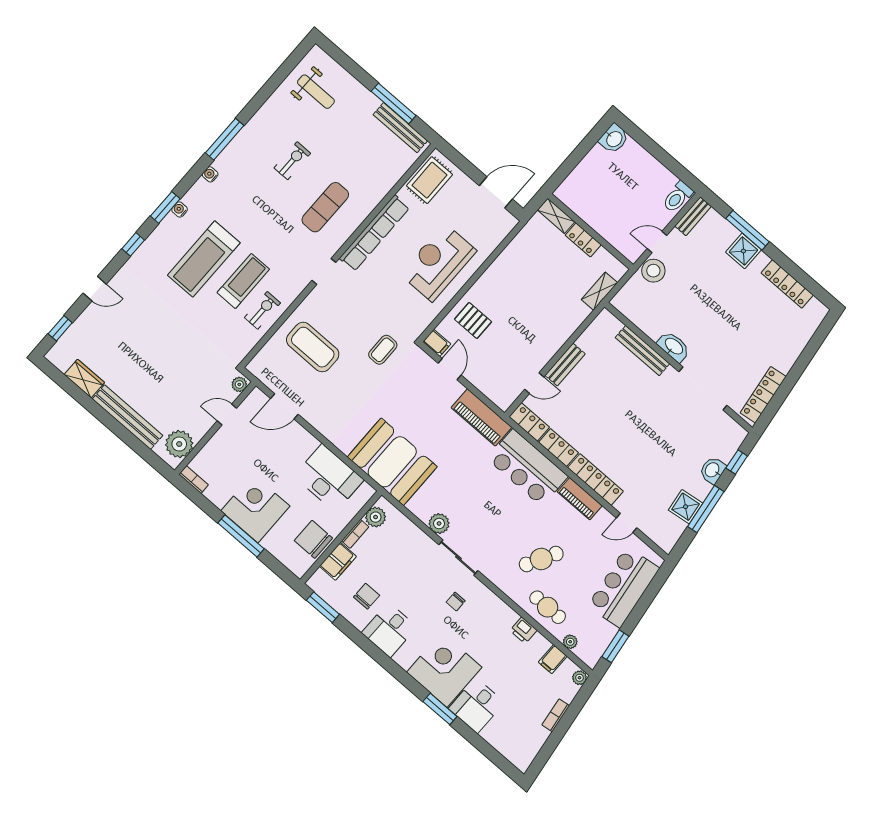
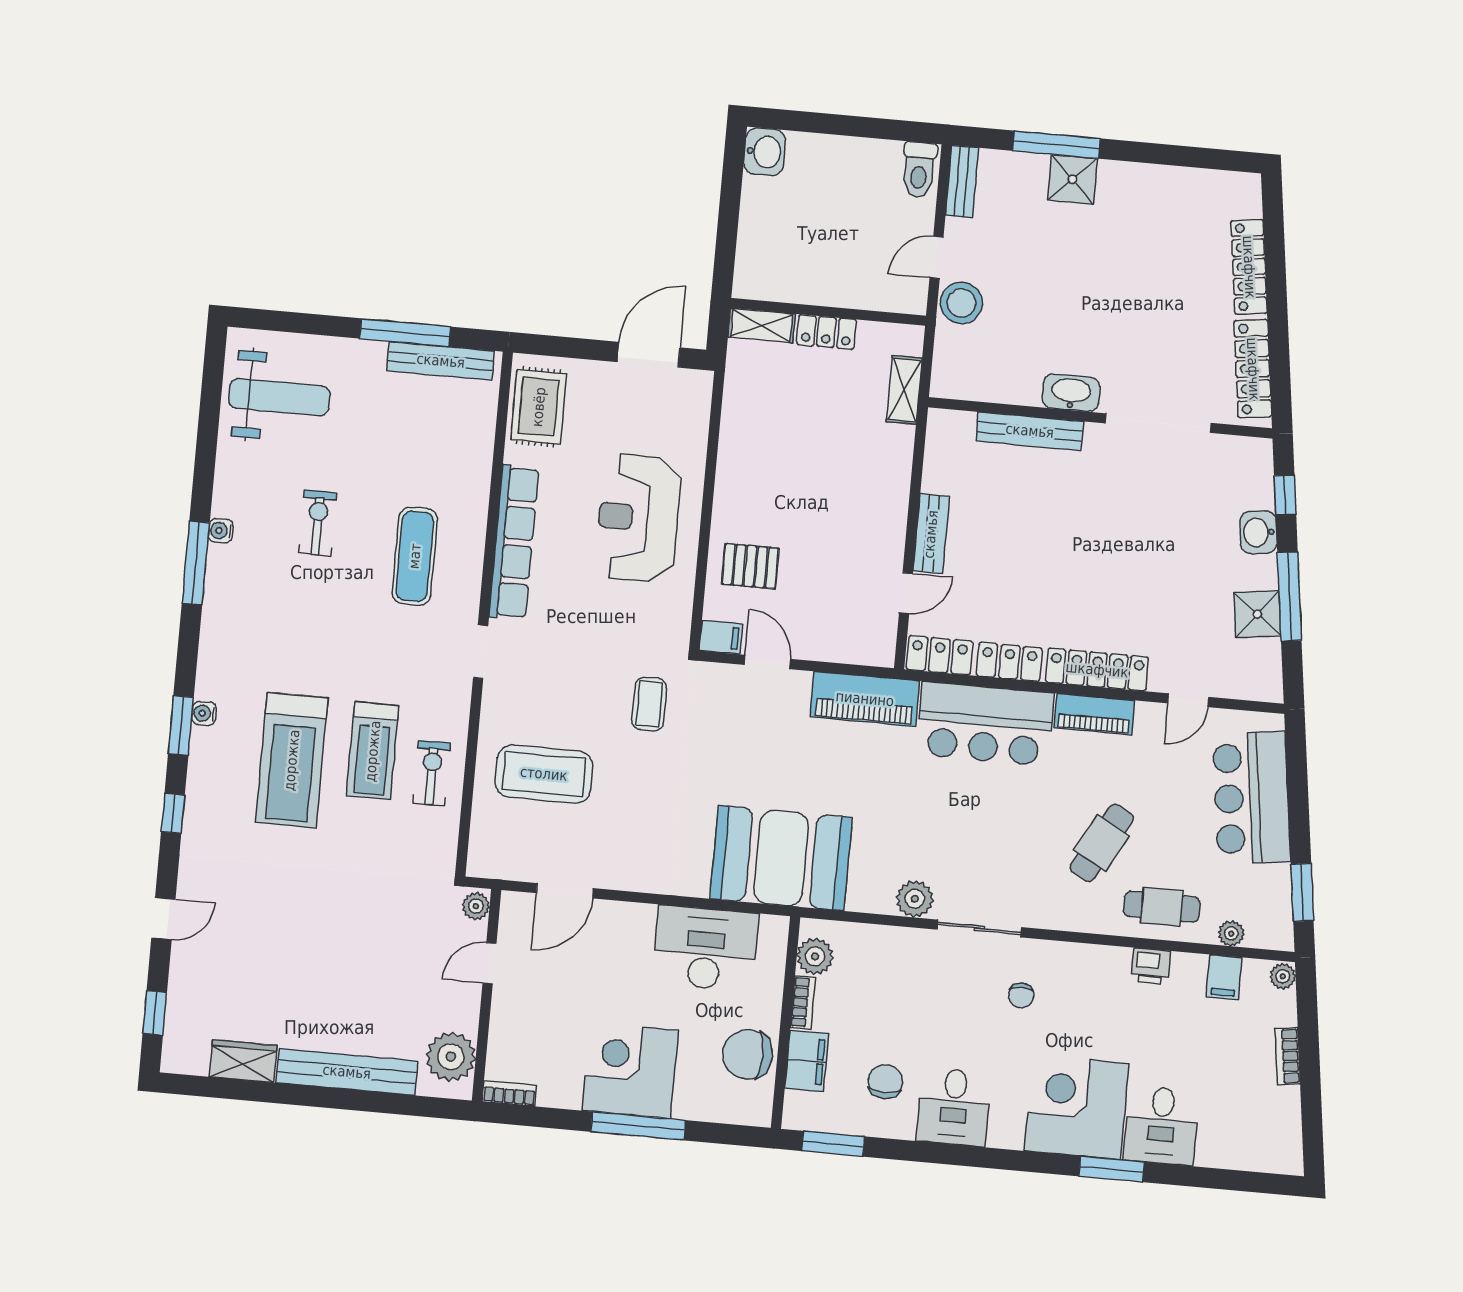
weight bench: (316, 92) -> (279, 397), width x1.36, depth x1.33
water cooler: (210, 174) -> (221, 531), moved
treadmill: (243, 281) -> (373, 751), turned 180
locker: (787, 284) -> (1249, 267), moved, turned 82

